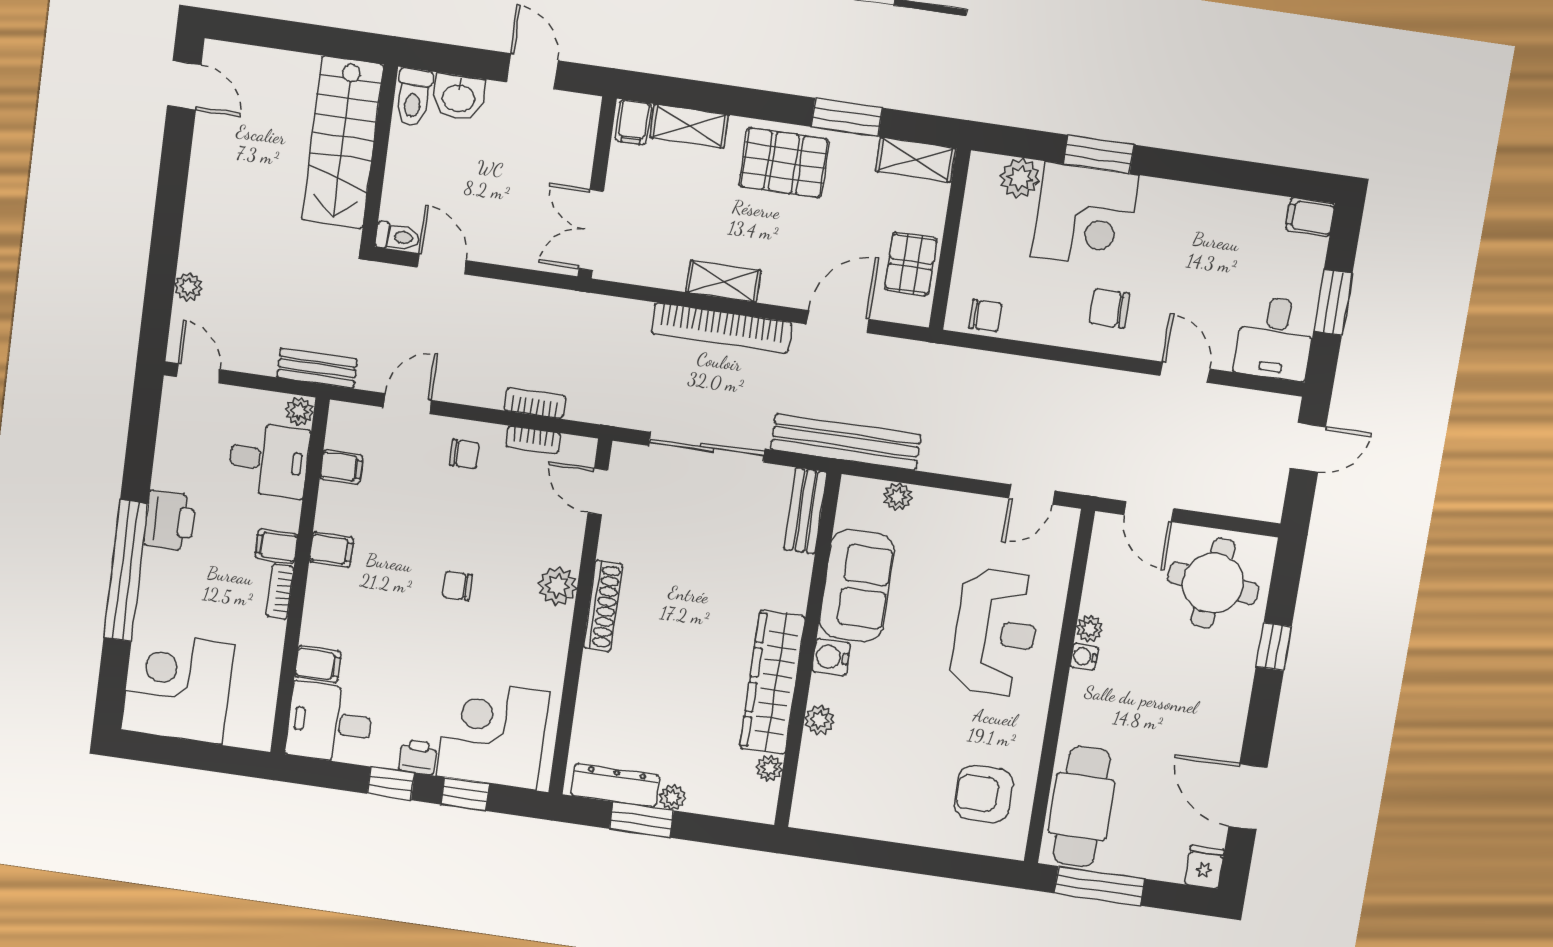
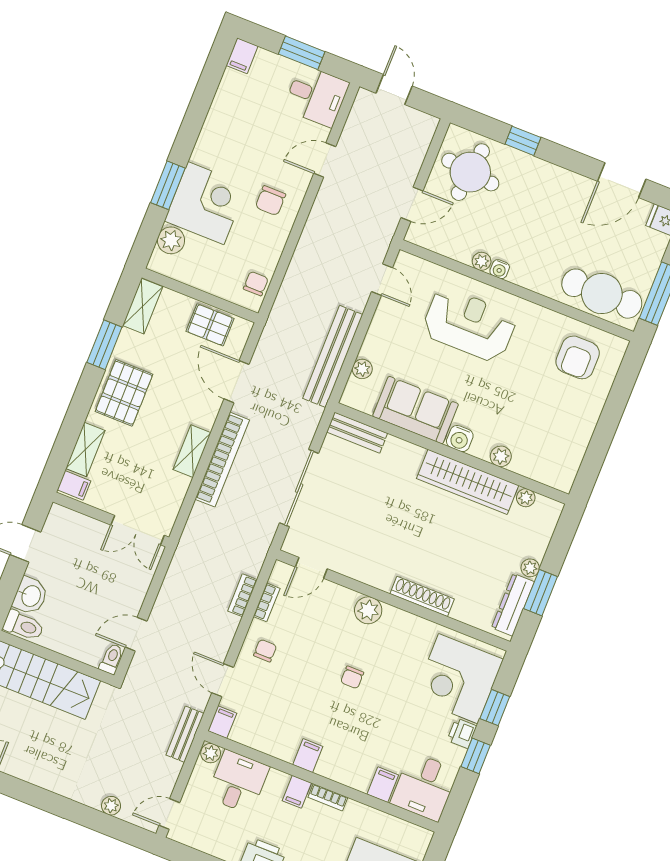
bench: (846, 442) -> (333, 356), moved
filing cabinet: (341, 467) -> (222, 722), moved
shoe rack: (603, 606) -> (422, 596), moved

